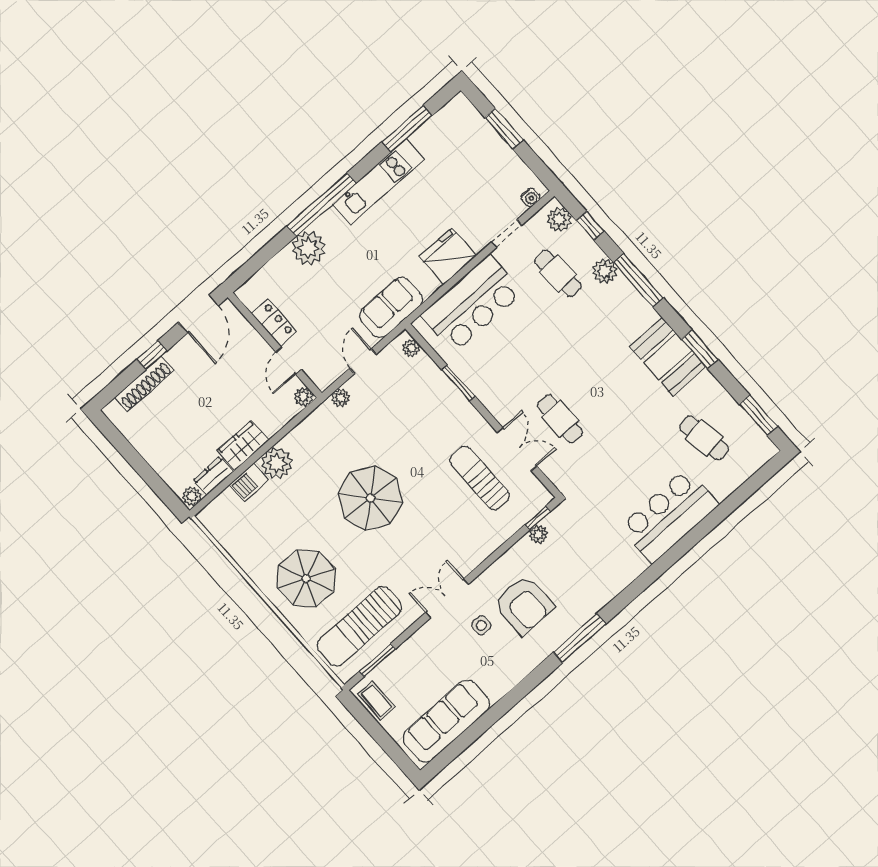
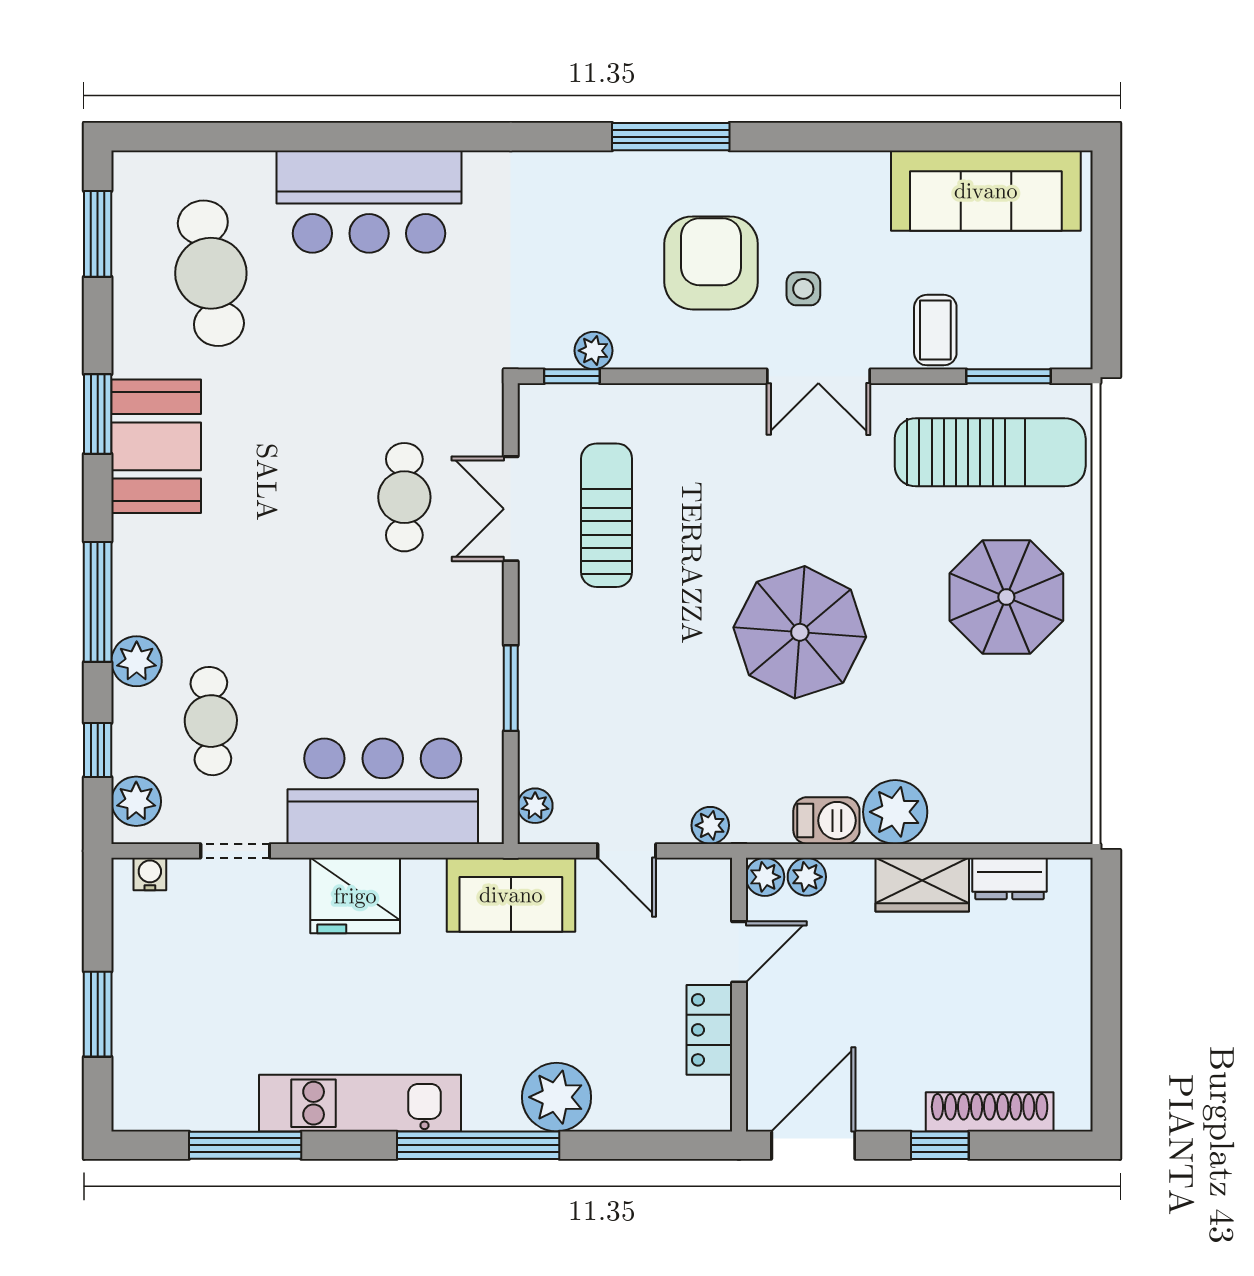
door: (363, 361) -> (627, 851), hinge flipped
cafe table: (704, 438) -> (211, 273), width x1.37, depth x1.35
sun lounger: (480, 478) -> (607, 515), turned 180
barbecue: (249, 482) -> (826, 821), moved
plant: (192, 496) -> (807, 877), moved
coffee table: (377, 700) -> (935, 330), moved

